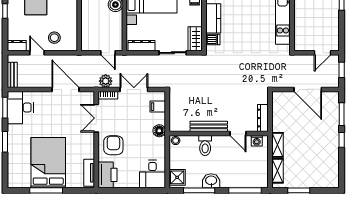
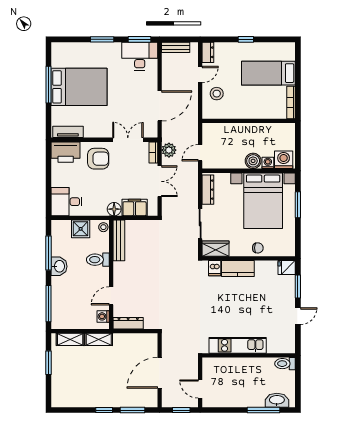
filing cabinet: (158, 107) -> (135, 208), width x2.00
bench: (209, 126) -> (119, 240), moved
shower: (177, 177) -> (81, 229), moved

